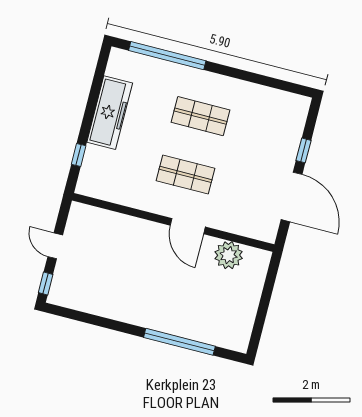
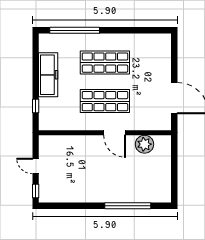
shop shelf: (200, 116) -> (105, 63), width x1.43, depth x1.36
window: (303, 150) -> (174, 67), removed
shop shelf: (185, 174) -> (105, 101), width x1.43, depth x1.36

